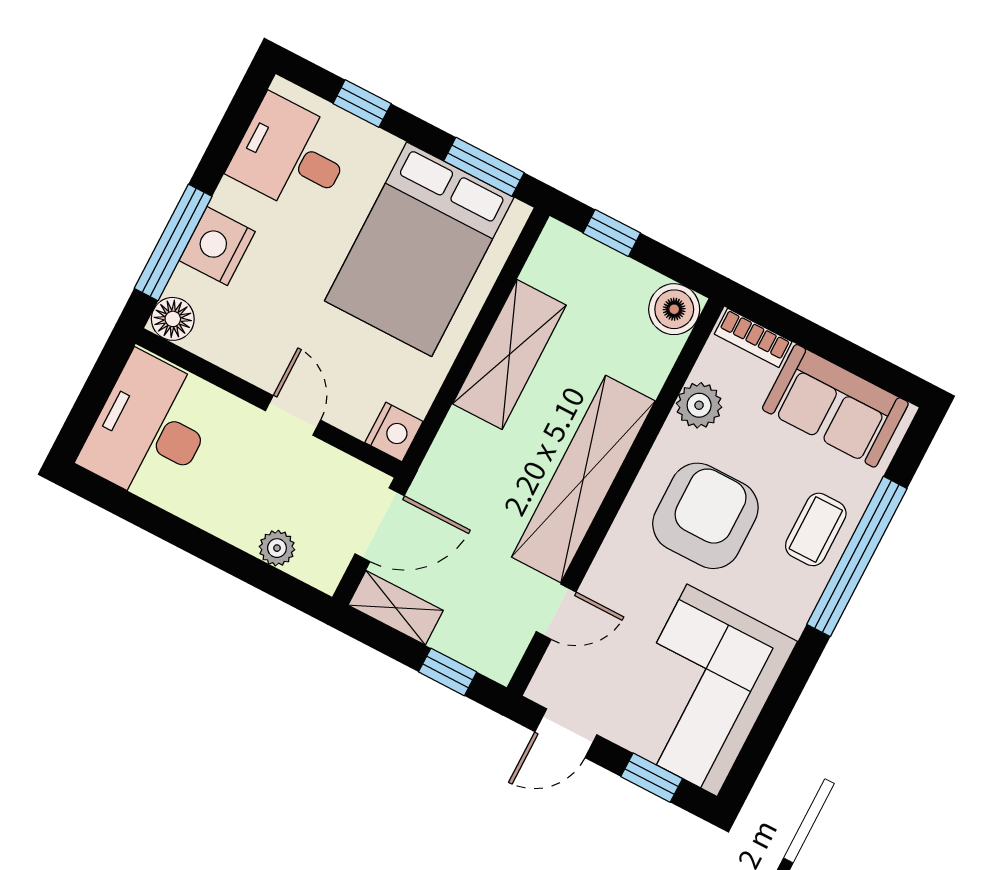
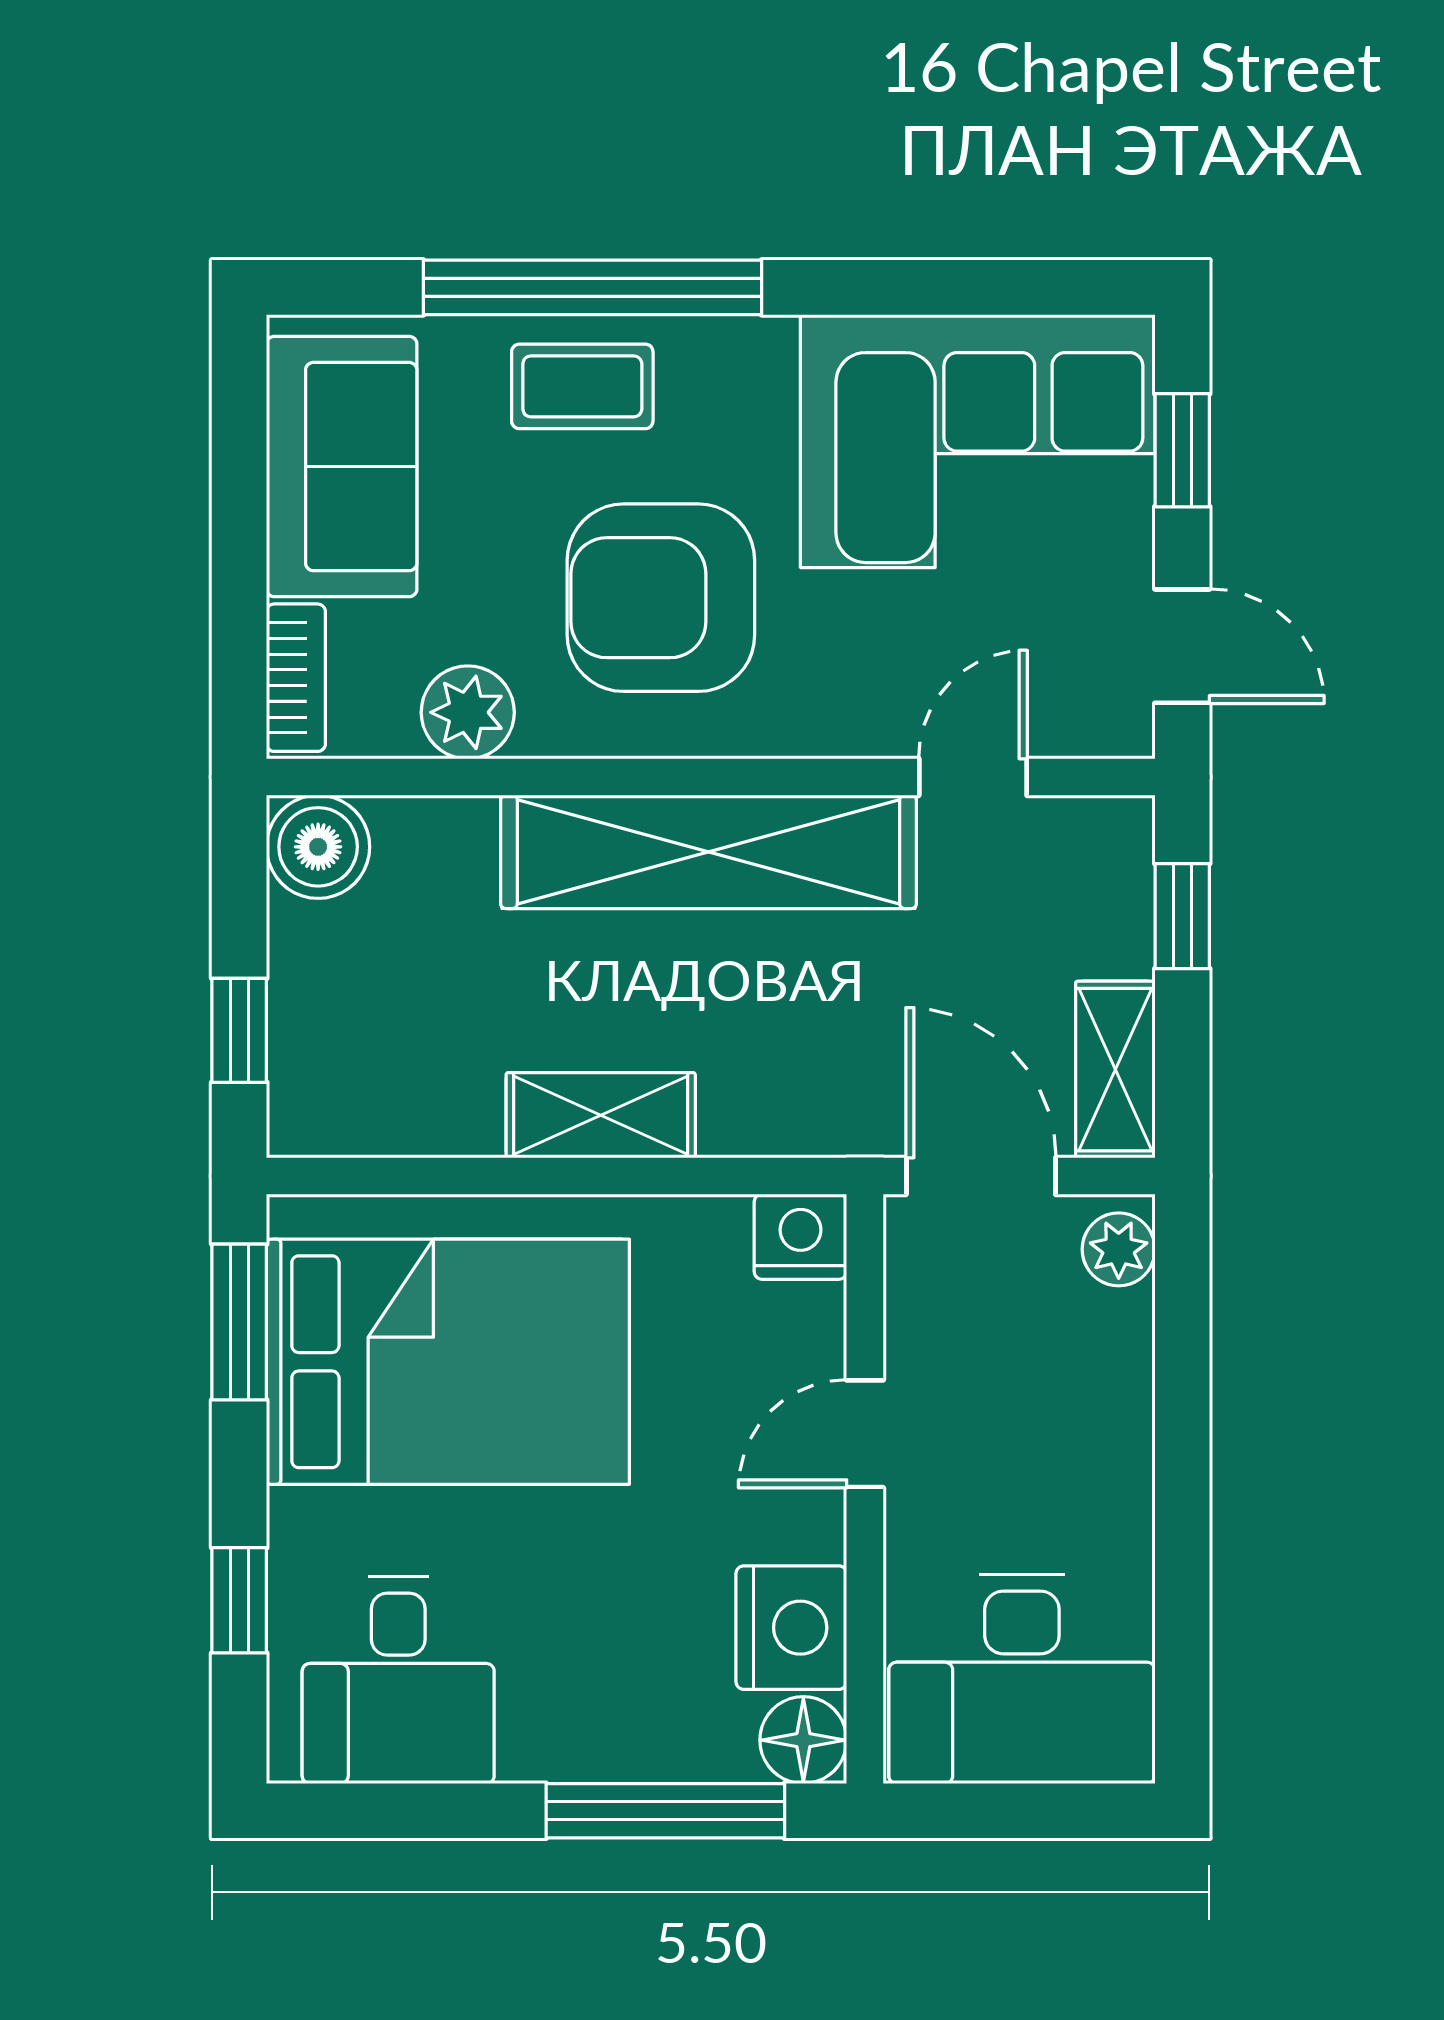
nightstand: (217, 246) -> (791, 1628), moved, turned -90
shelving: (509, 355) -> (601, 1115), width x0.67, depth x0.75
plant: (277, 548) -> (1119, 1249), moved
door: (556, 612) -> (973, 777), hinge flipped

